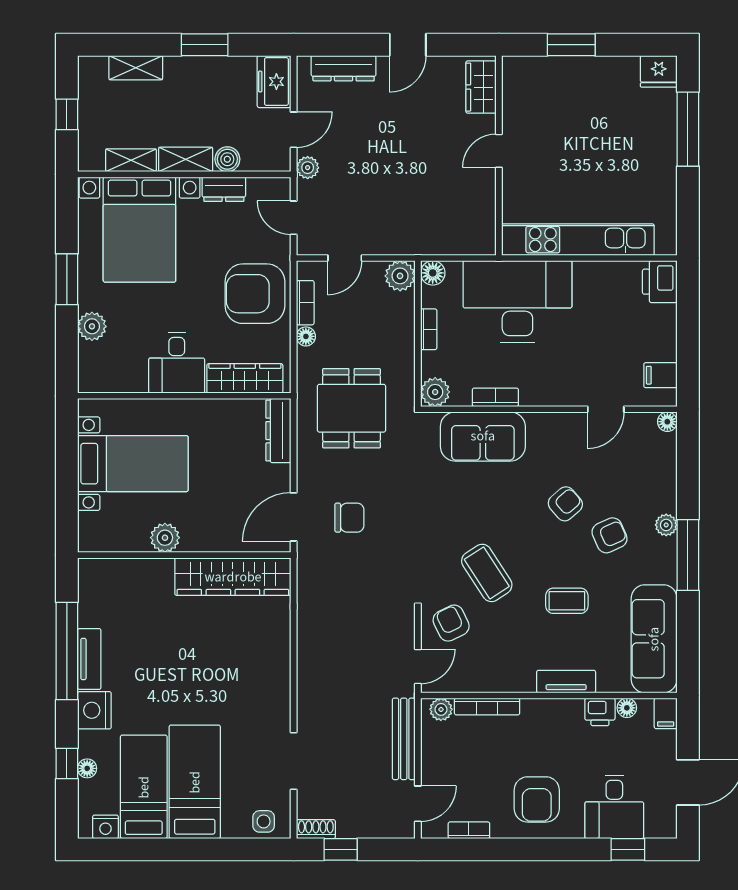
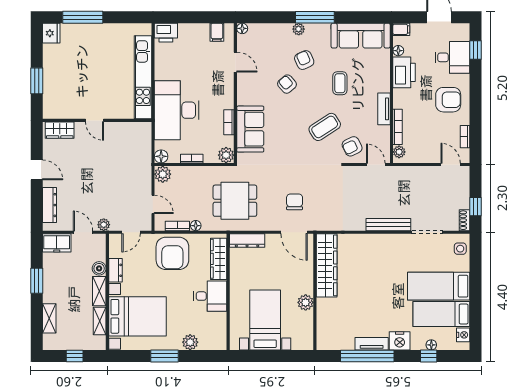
tv unit: (566, 682) -> (384, 109), moved
printer: (600, 712) -> (404, 72), width x1.87, depth x1.48
bench: (404, 739) -> (388, 225), moved

